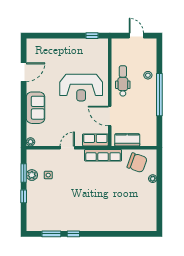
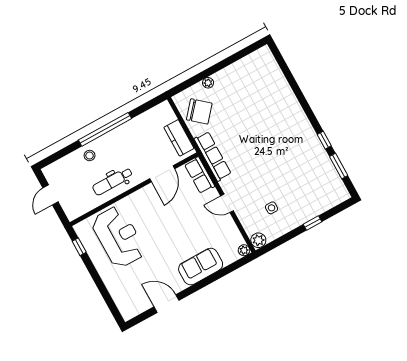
reception desk: (81, 88) -> (118, 237), moved
chair: (137, 163) -> (199, 111), turned 111
window: (24, 173) -> (285, 238), removed
plant: (32, 175) -> (258, 240), moved

